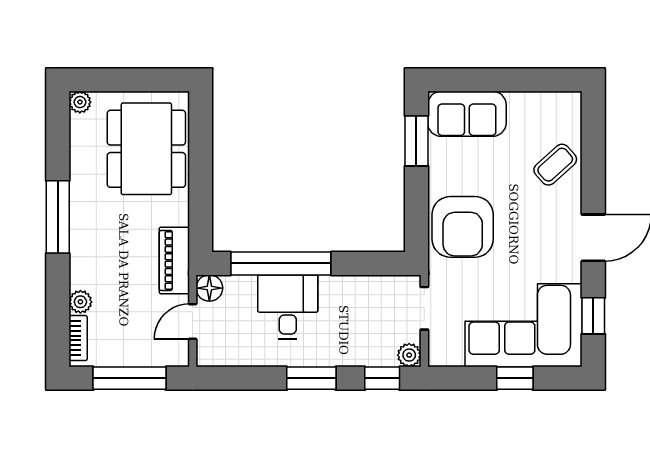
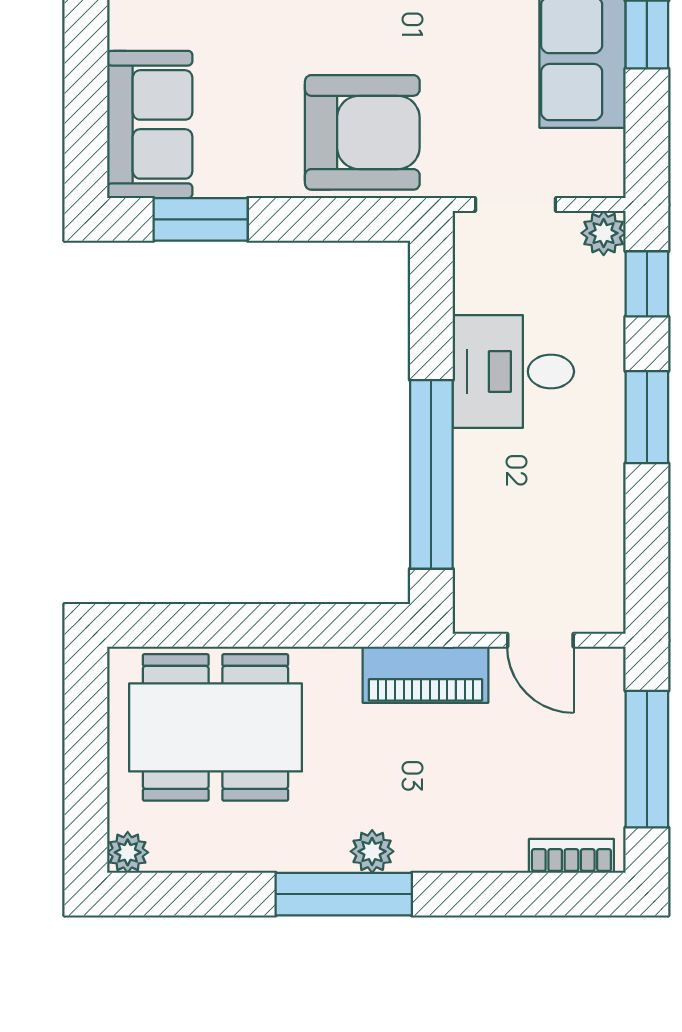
floor lamp: (209, 288) -> (477, 609), removed
plant: (80, 302) -> (372, 851), moved
desk: (288, 307) -> (513, 372), moved

